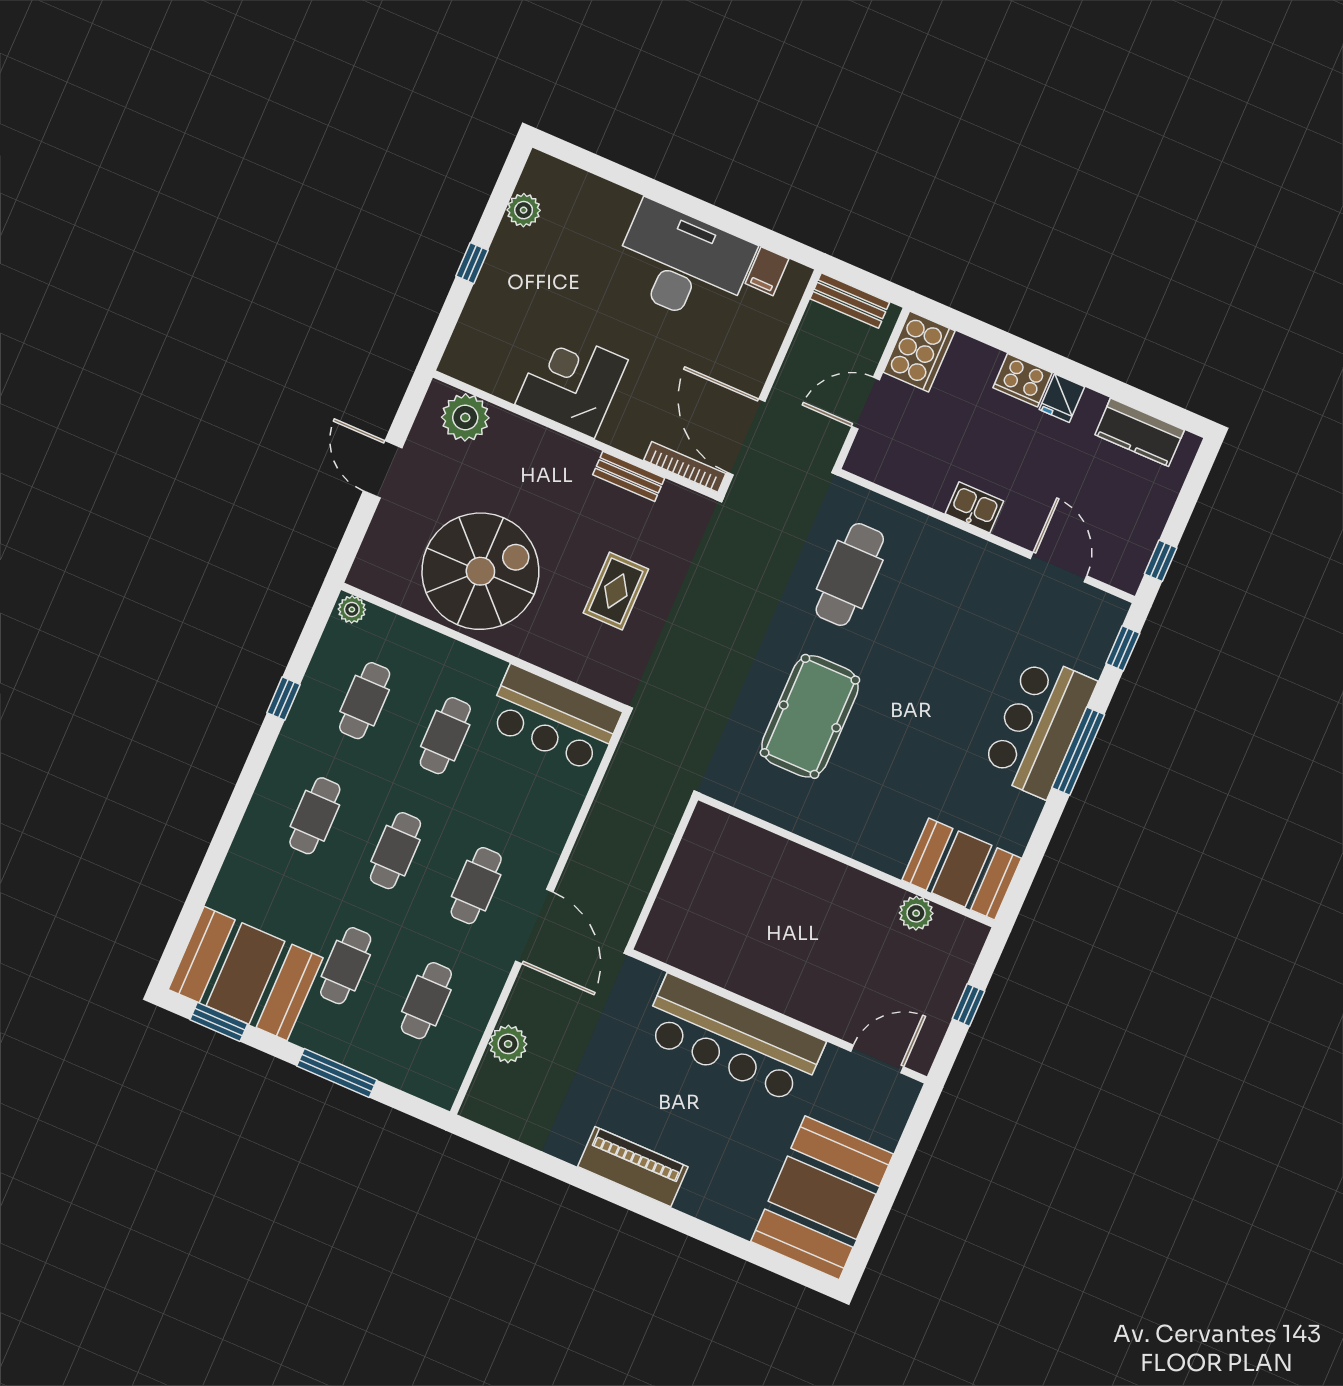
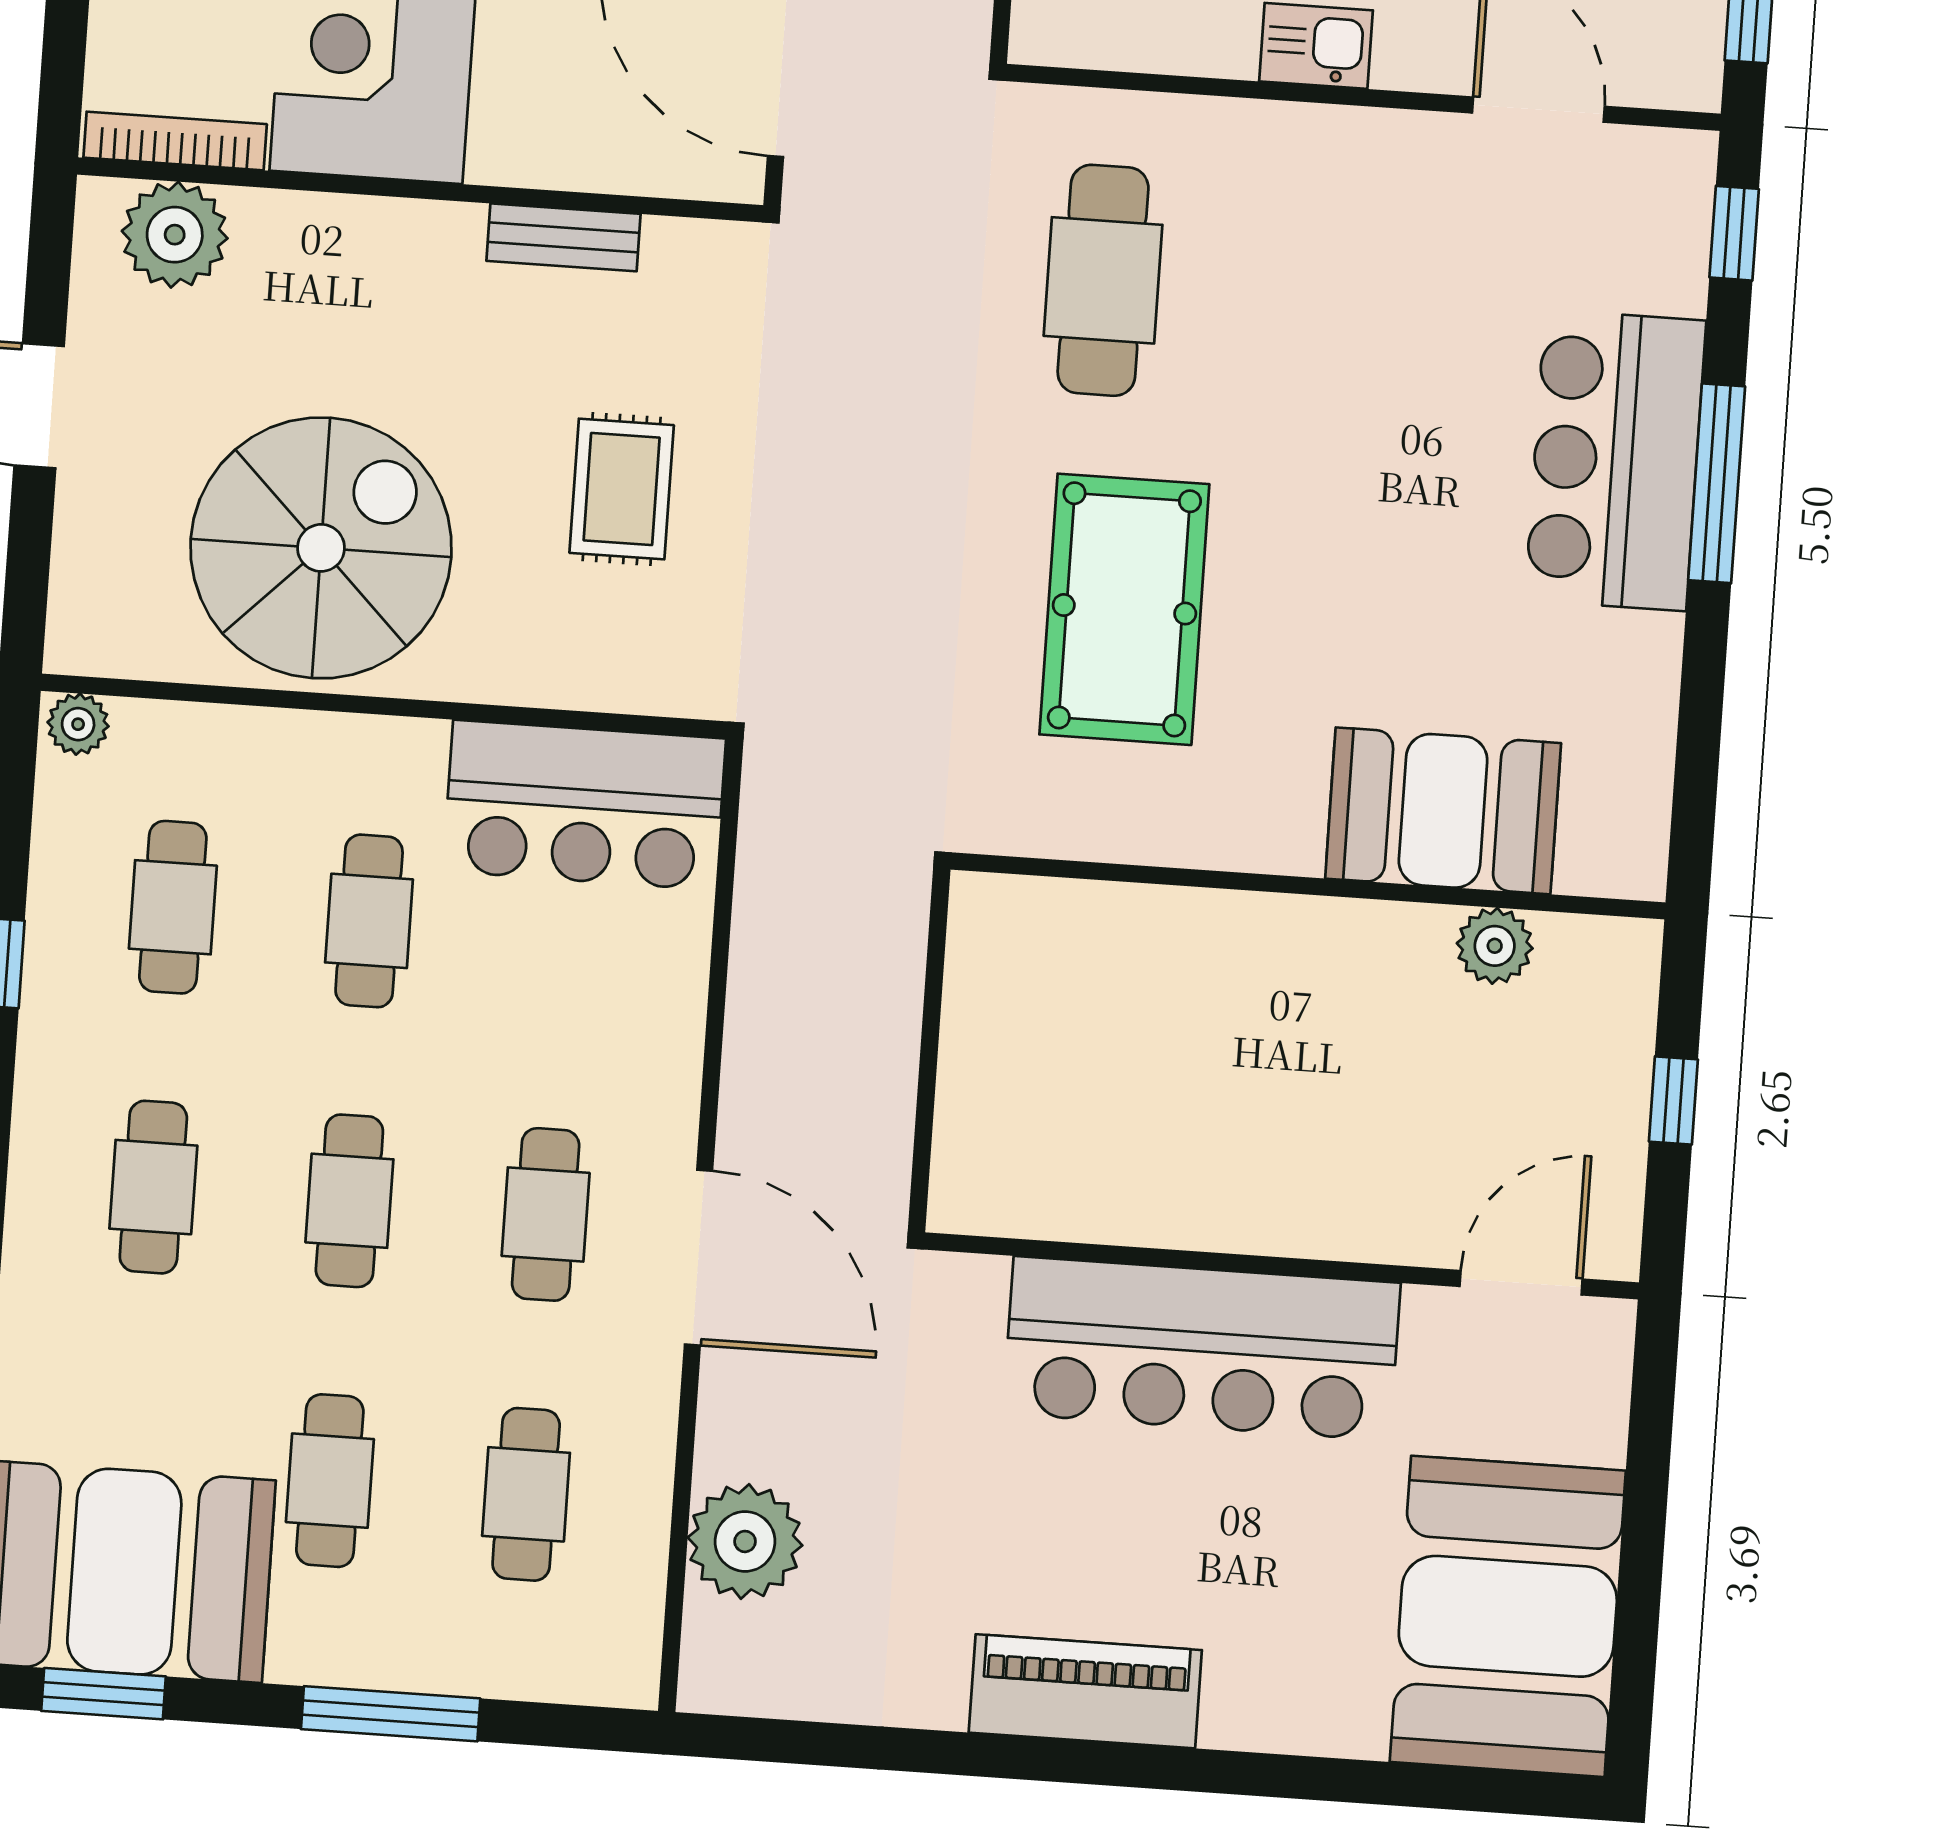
bookcase: (685, 467) -> (175, 141), moved
booth: (962, 869) -> (1443, 811), moved
plant: (508, 1044) -> (745, 1541), width x1.36, depth x1.36

